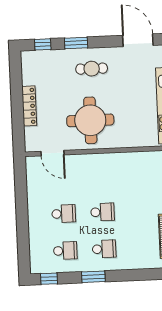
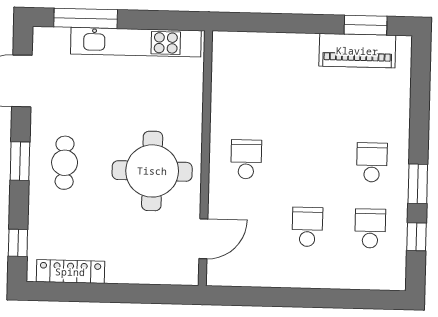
window: (76, 43) -> (20, 161), moved
locker: (29, 106) -> (70, 272), moved
school desk: (103, 212) -> (246, 159), moved
window: (49, 279) -> (417, 237), moved

